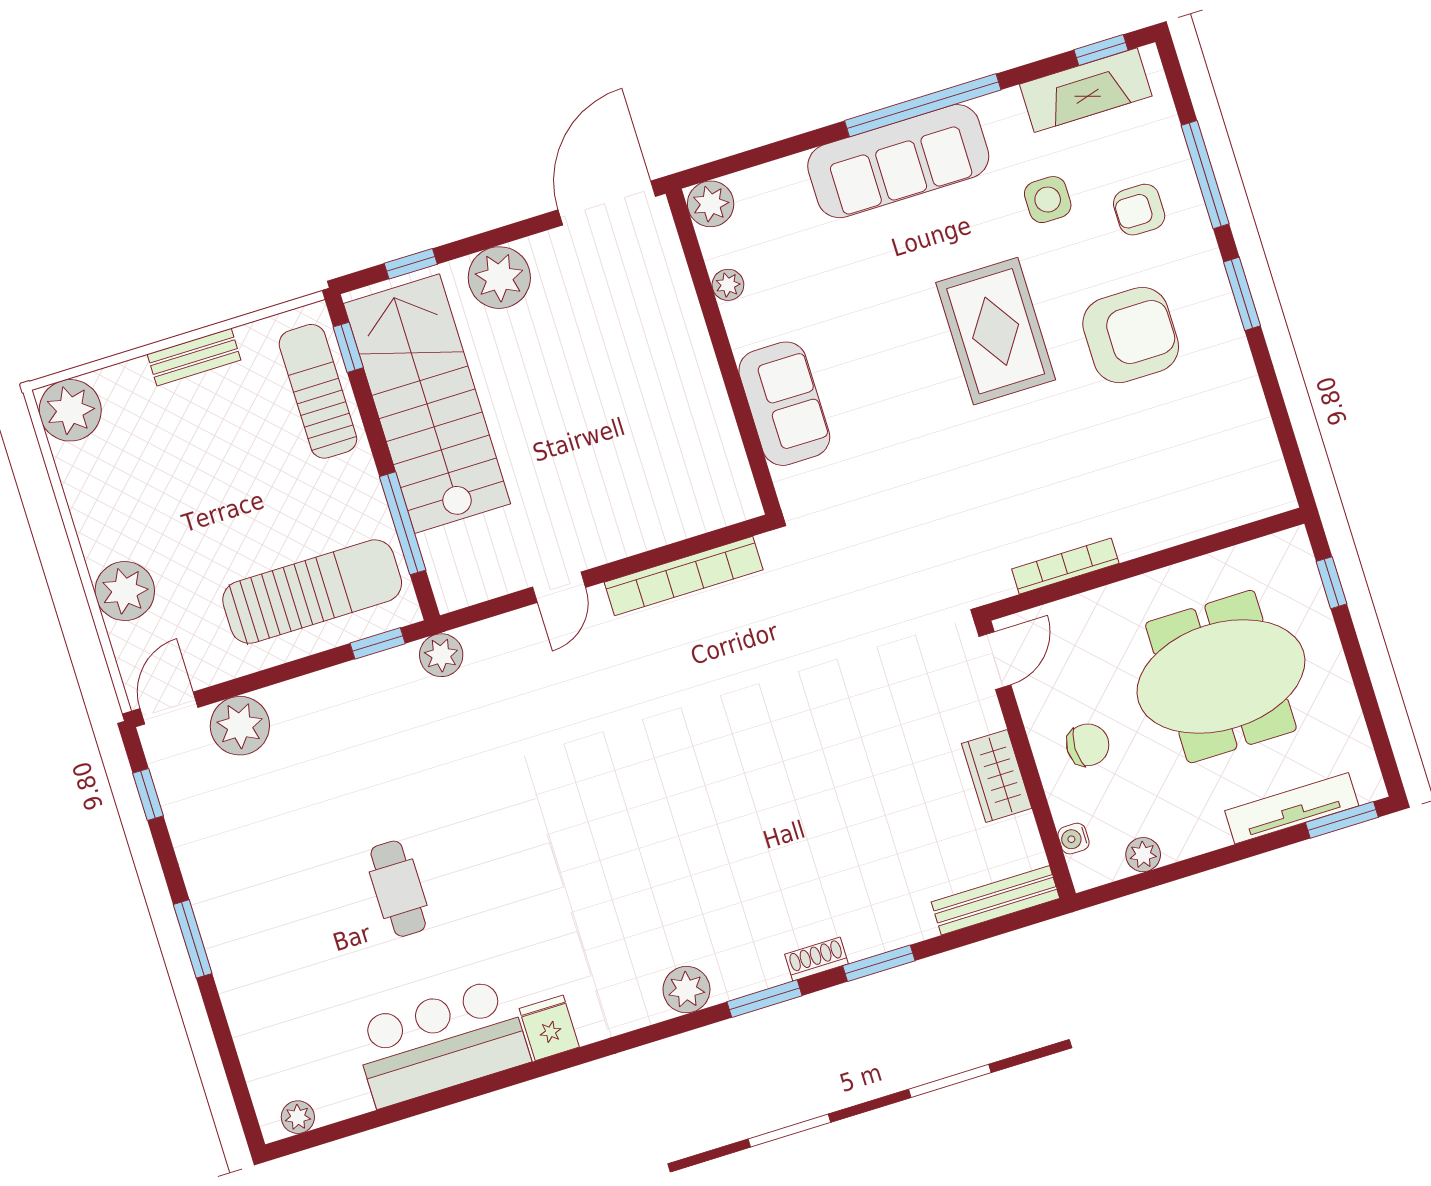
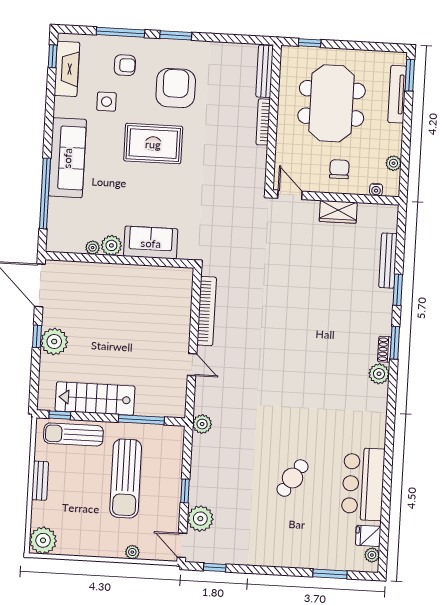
window: (923, 105) -> (45, 193), moved
plant: (711, 204) -> (111, 245), moved
armchair: (1139, 210) -> (125, 65), turned -90
window: (411, 264) -> (37, 336), moved
stairs: (427, 404) -> (95, 399), width x0.73, depth x0.66
bench: (1236, 510) -> (265, 71), added
bookcase: (1065, 566) -> (263, 122), moved
plant: (125, 591) -> (132, 552), width x0.53, depth x0.53
sun lounger: (312, 592) -> (126, 478), moved, turned 180
window: (378, 643) -> (185, 491), moved
cafe table: (398, 889) -> (293, 478), turned -57
bench: (995, 900) -> (388, 261), moved
window: (193, 939) -> (330, 574), moved
shoe rack: (817, 959) -> (384, 349), moved
fridge: (549, 1028) -> (368, 536), moved

